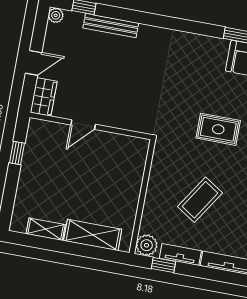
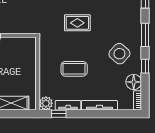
coffee table: (200, 200) -> (74, 69), turned 57

